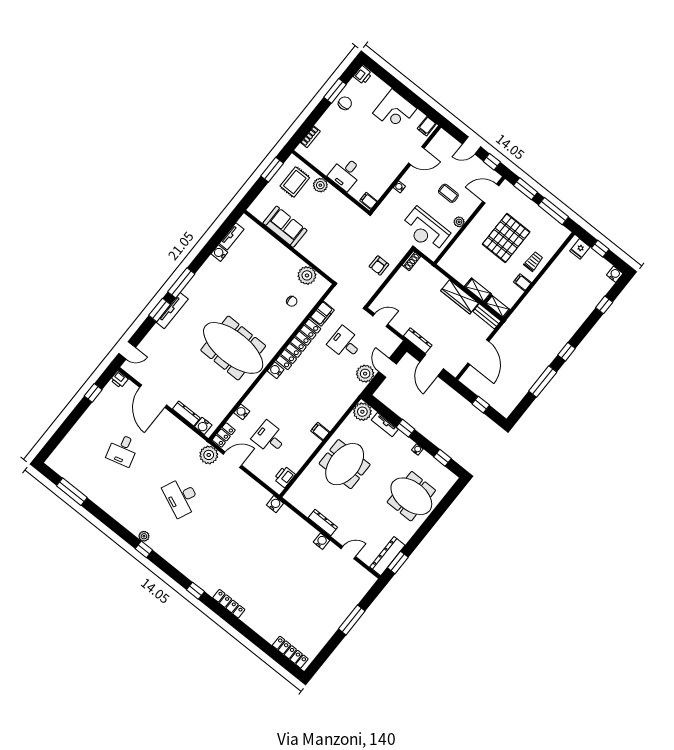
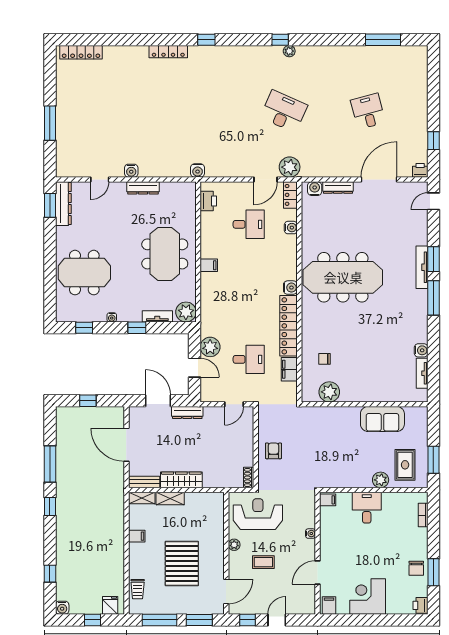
trolley: (533, 261) -> (138, 589), moved
door: (153, 396) -> (379, 179), hinge flipped

